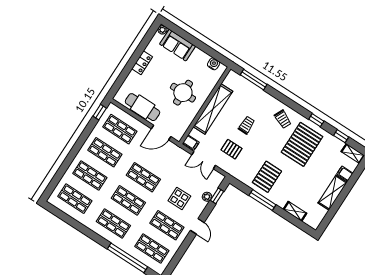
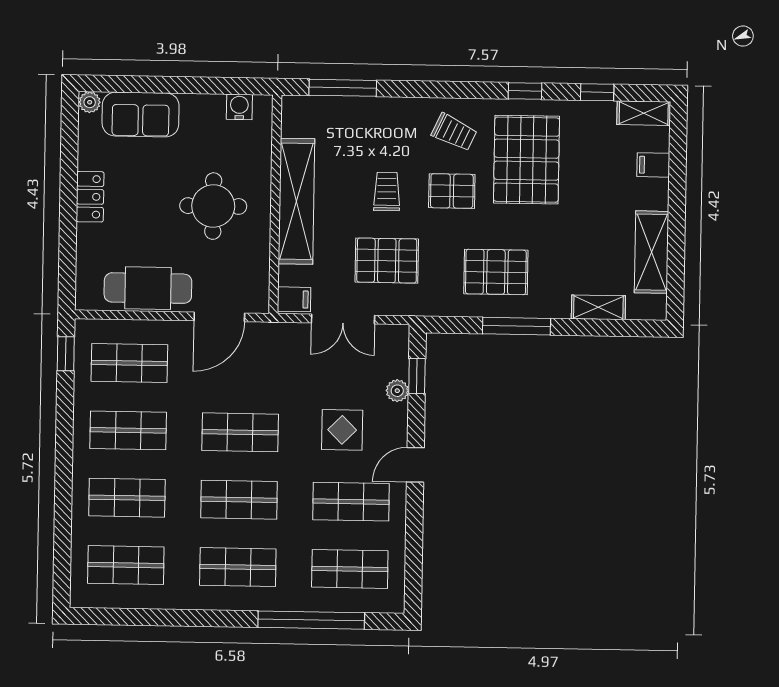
pallet: (269, 139) -> (452, 191), added
pallet: (232, 149) -> (387, 261), width x1.50, depth x1.42
pallet: (267, 177) -> (496, 272), turned 90
shelving: (333, 193) -> (651, 252), moved
door: (197, 226) -> (415, 465), swing flipped

